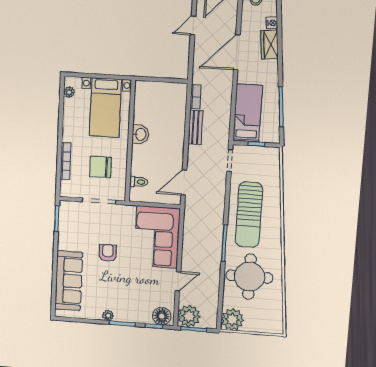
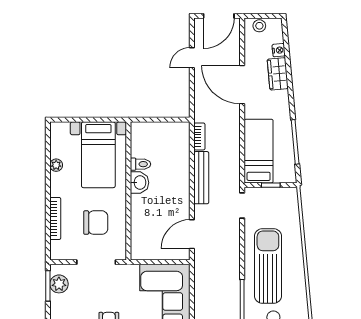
door: (237, 52) -> (242, 85), hinge flipped
plant: (69, 92) -> (56, 165), moved
bench: (195, 127) -> (201, 178), width x1.36
chair: (100, 167) -> (96, 223), turned 180
toilet: (139, 182) -> (140, 164), moved
sun lounger: (249, 215) -> (268, 266), turned 180
plant: (66, 218) -> (59, 284), added

